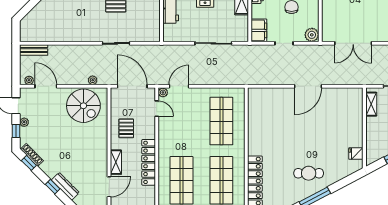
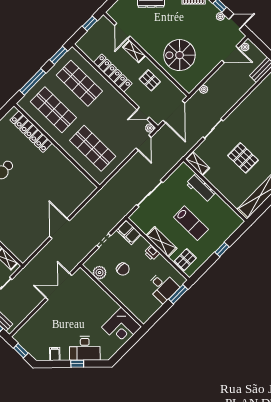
shelving: (154, 29) -> (198, 164), added
plant: (312, 35) -> (100, 273), moved
door: (132, 86) -> (174, 112), hinge flipped
spiral stairs: (83, 106) -> (180, 55), moved

